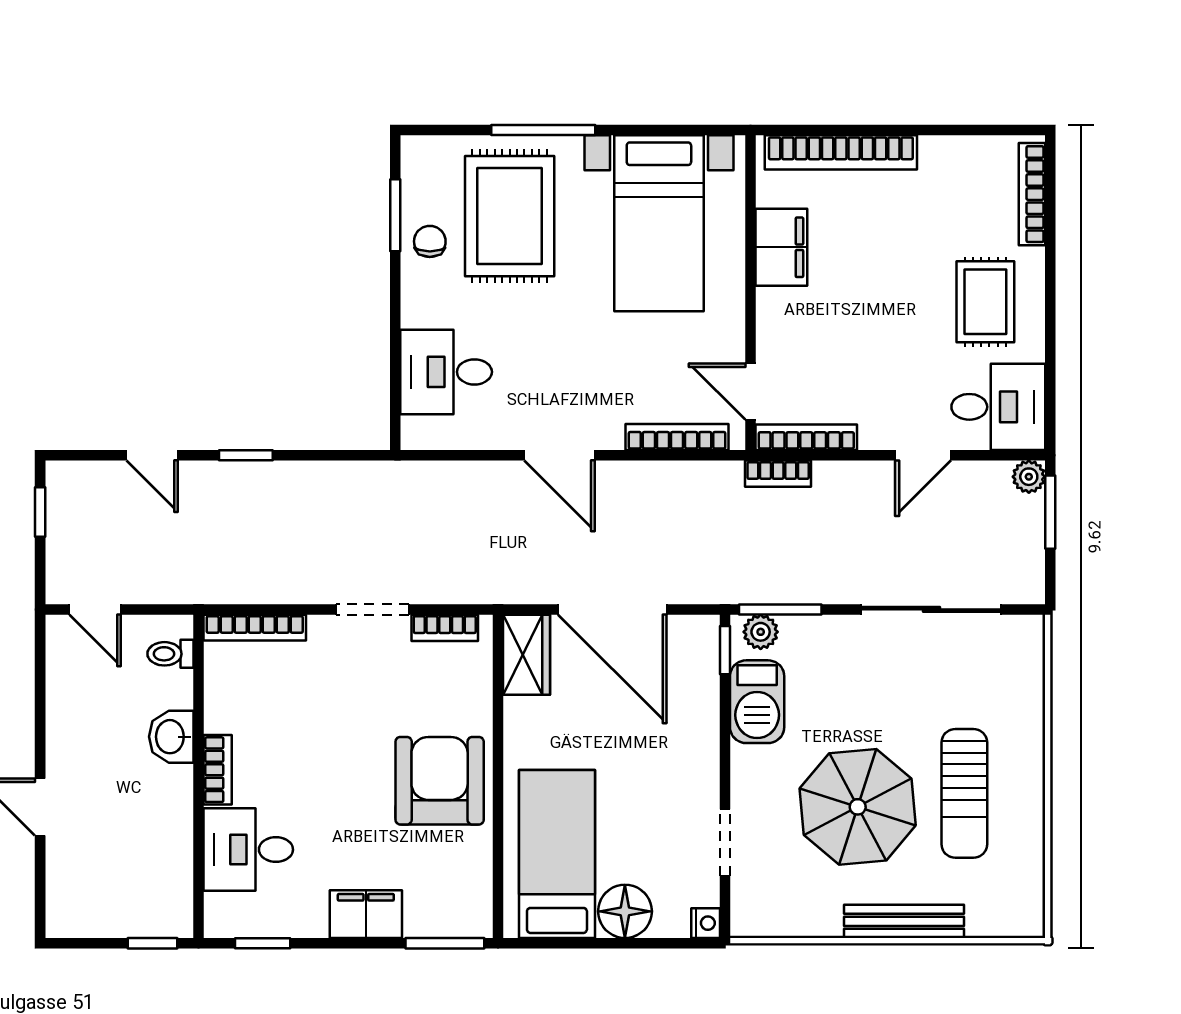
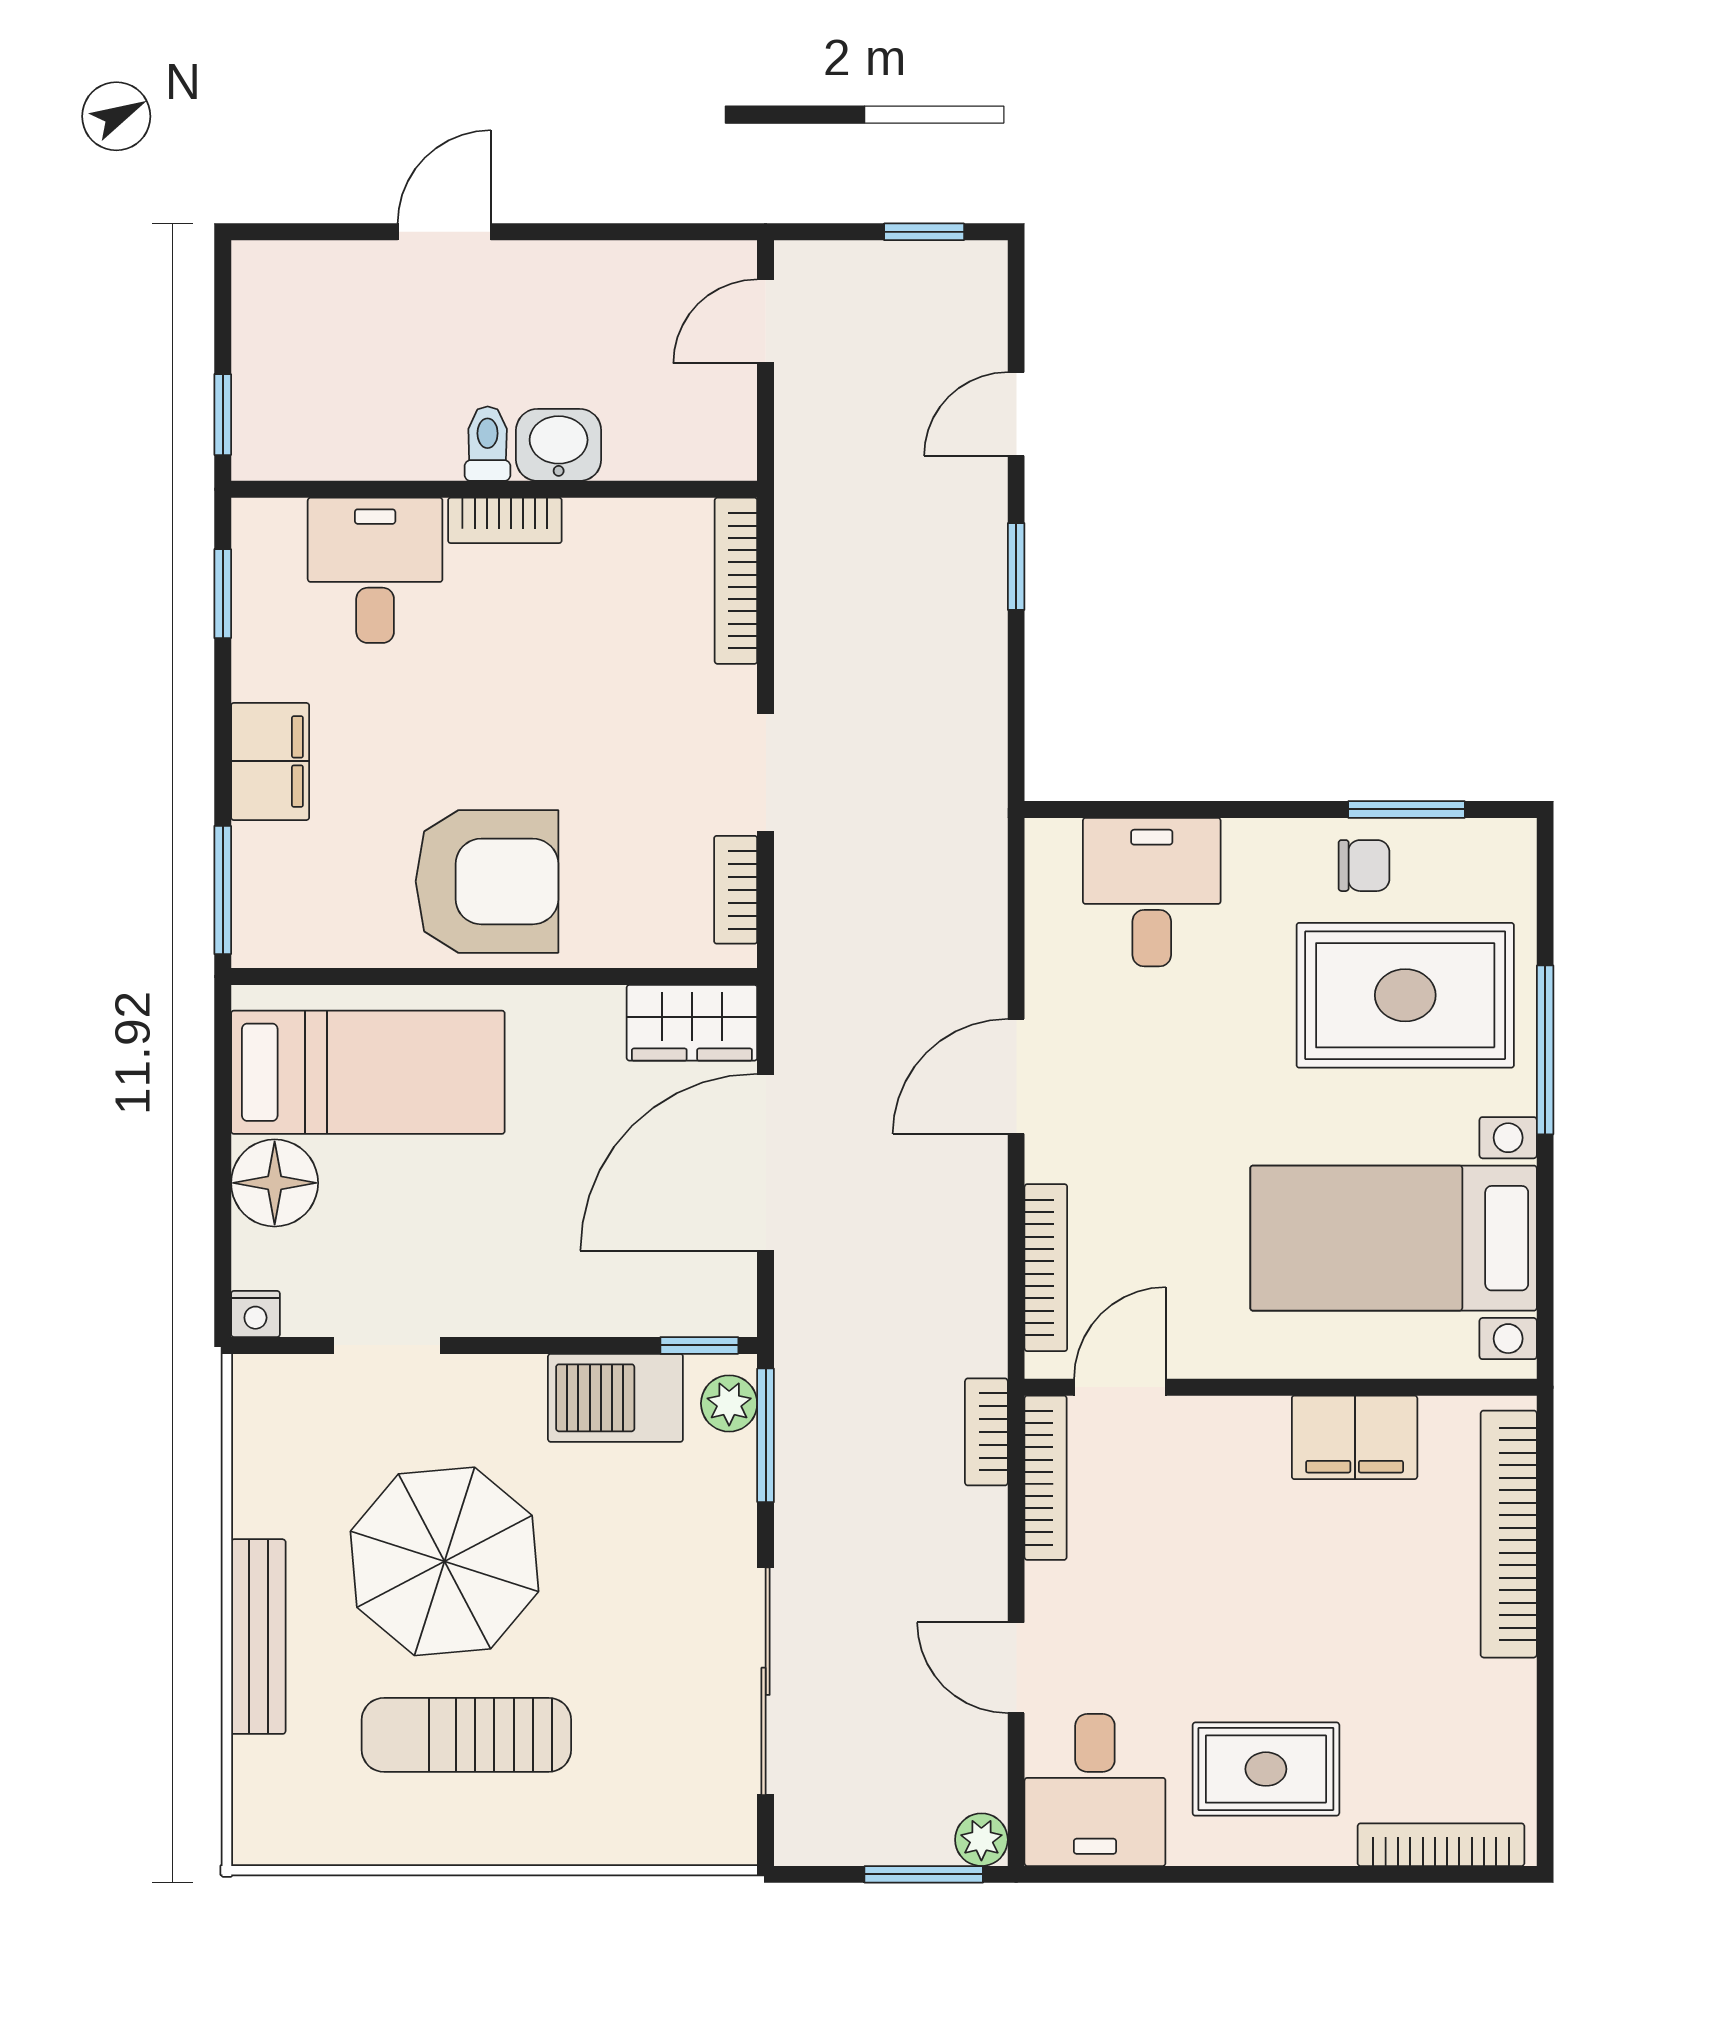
toilet: (170, 654) -> (488, 444), moved

